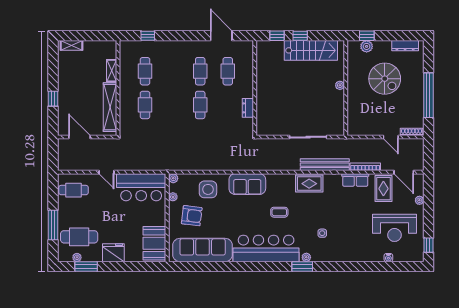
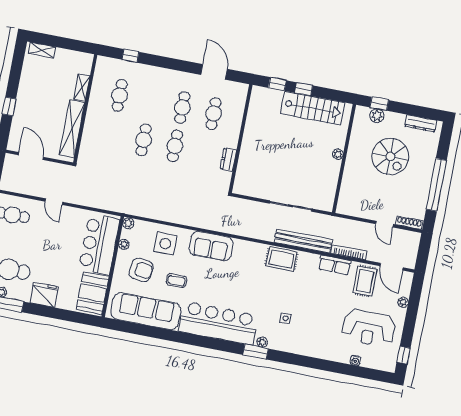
cafe table: (145, 105) -> (144, 140), moved
bar counter: (141, 187) -> (99, 244), moved, turned 90
coffee table: (279, 212) -> (176, 281), moved

